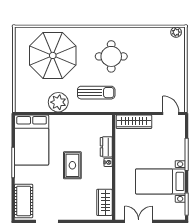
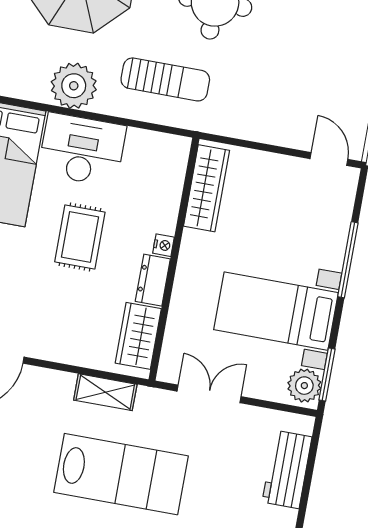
wardrobe: (134, 122) -> (207, 188), moved, turned -90
desk: (67, 128) -> (82, 150), added
dresser: (106, 147) -> (153, 280), moved
plant: (178, 211) -> (304, 386), added

